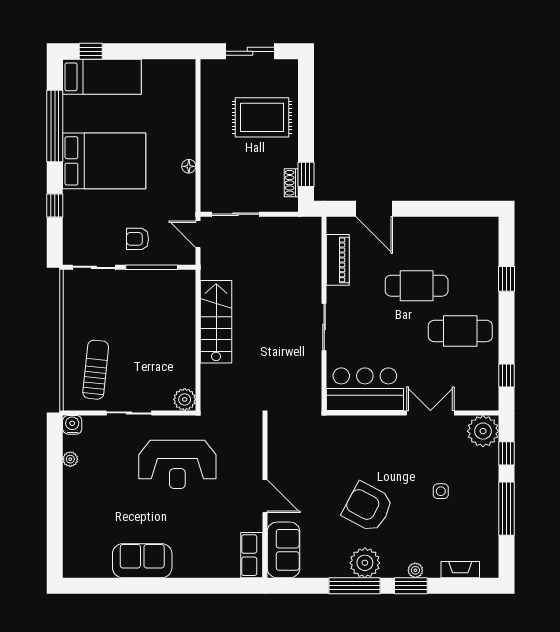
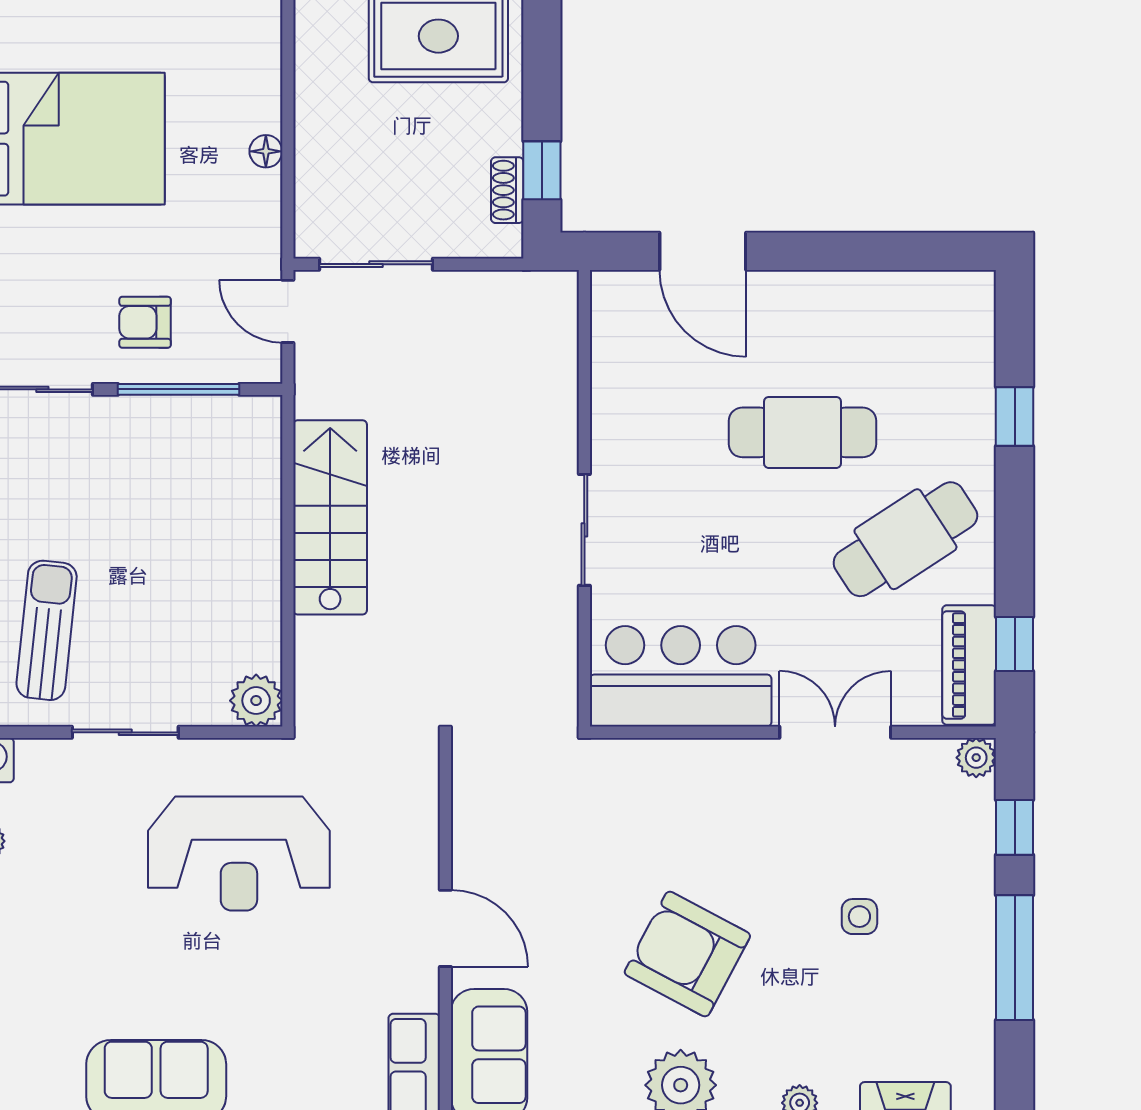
piano: (338, 260) -> (969, 665), moved, turned 180
cafe table: (460, 331) -> (905, 539), turned -33
plant: (483, 431) -> (976, 758), width x0.53, depth x0.53

